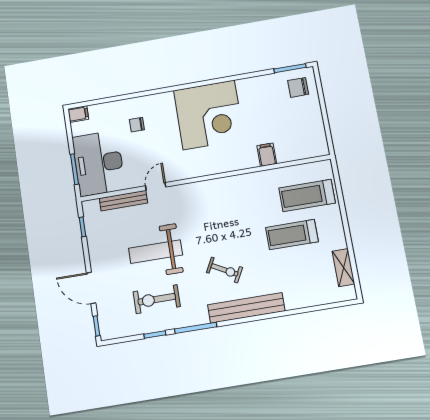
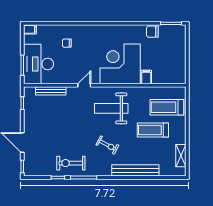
chair: (298, 87) -> (152, 32), moved
corner desk: (209, 115) -> (120, 64), moved, turned 180
door: (156, 186) -> (84, 85), moved
weight bench: (156, 252) -> (111, 108), moved
exercise bike: (157, 299) -> (71, 163), moved
bench: (246, 308) -> (135, 170), moved

